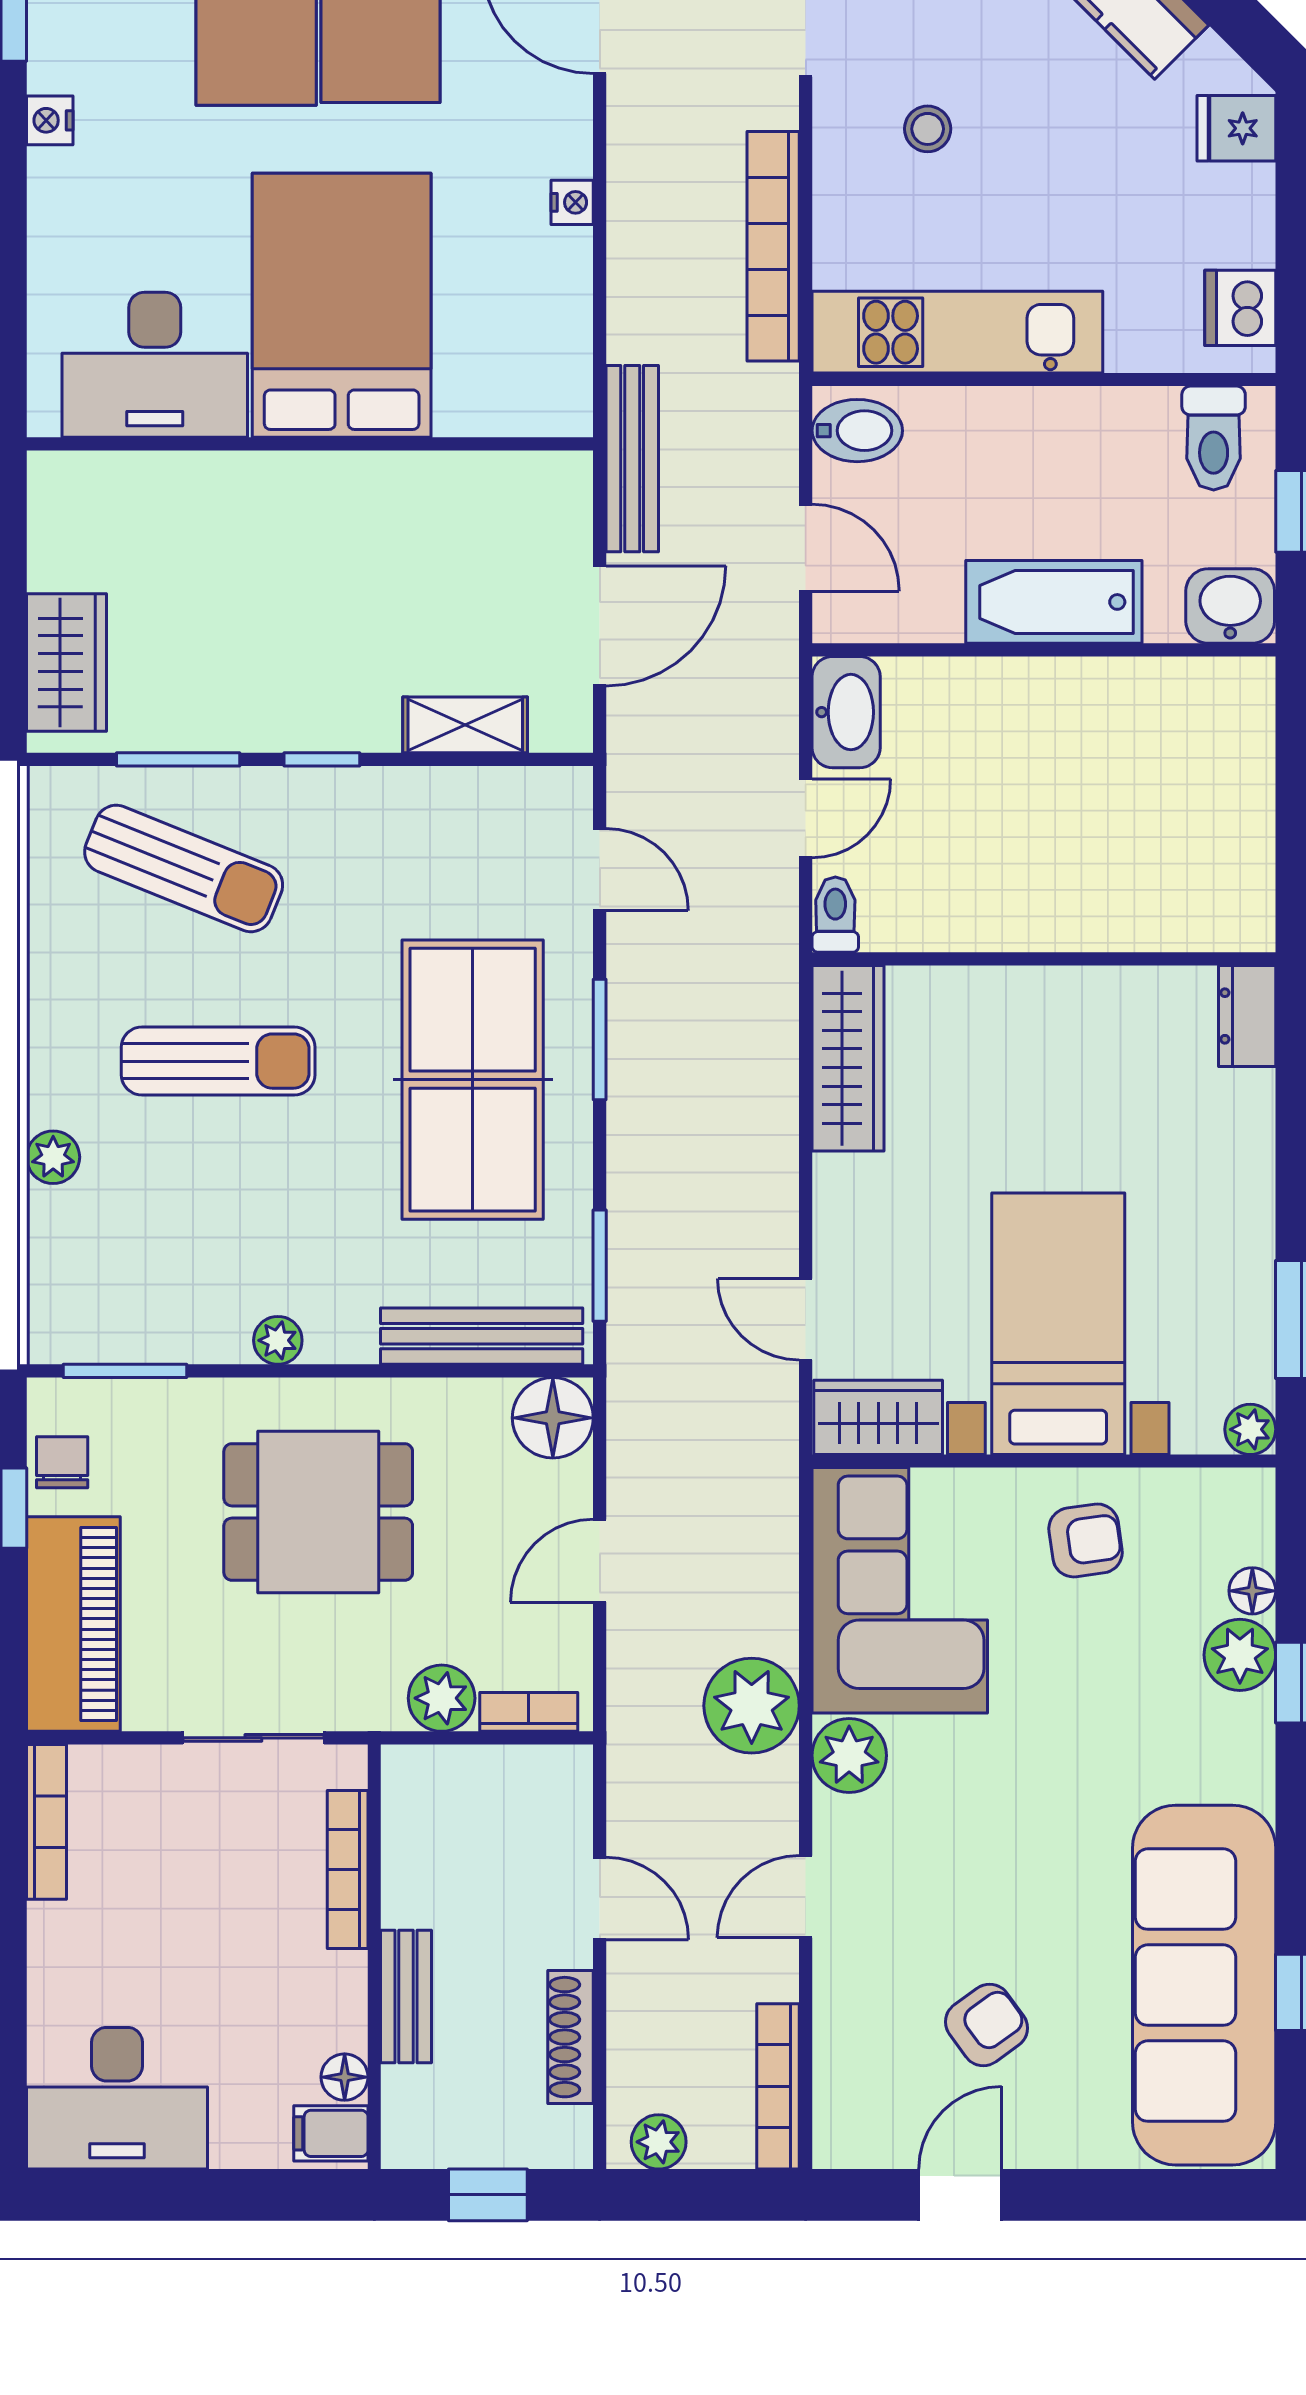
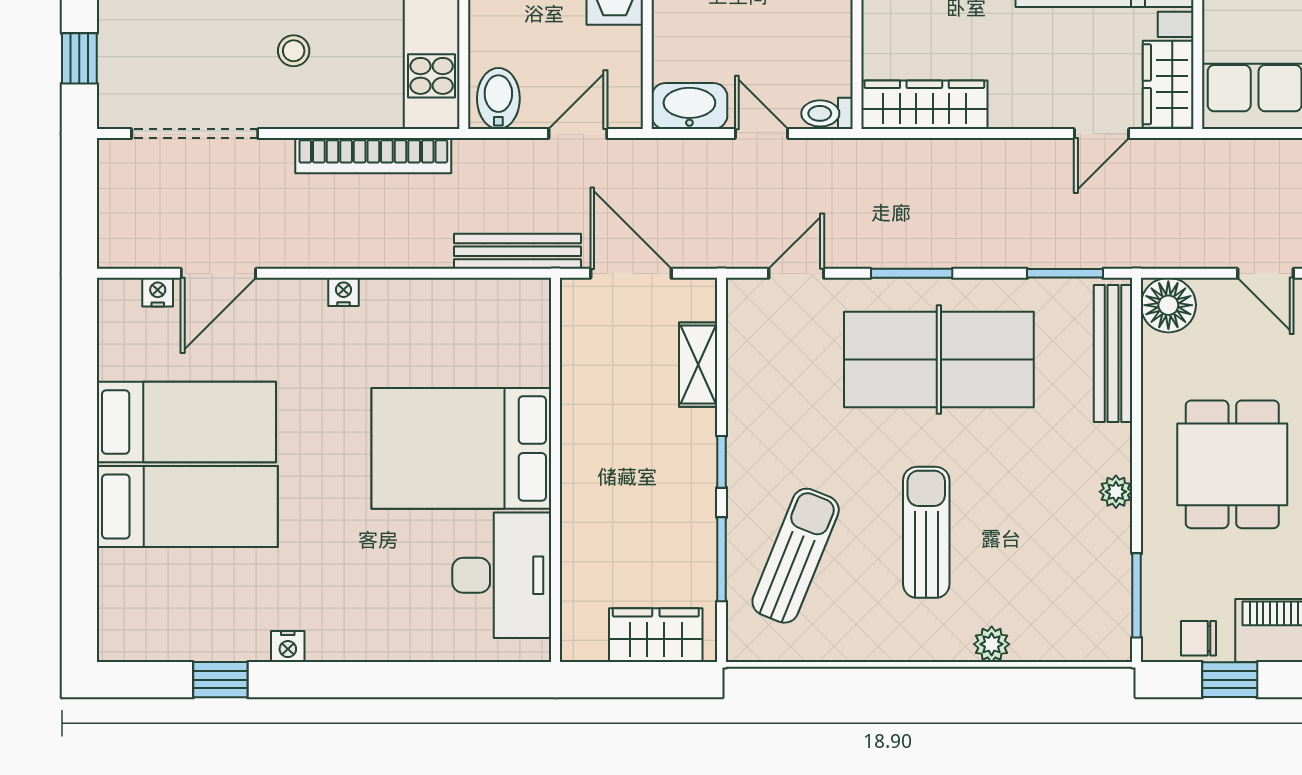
bed: (342, 305) -> (461, 448), moved
desk: (155, 365) -> (502, 575), moved
wall: (310, 444) -> (556, 470), moved

